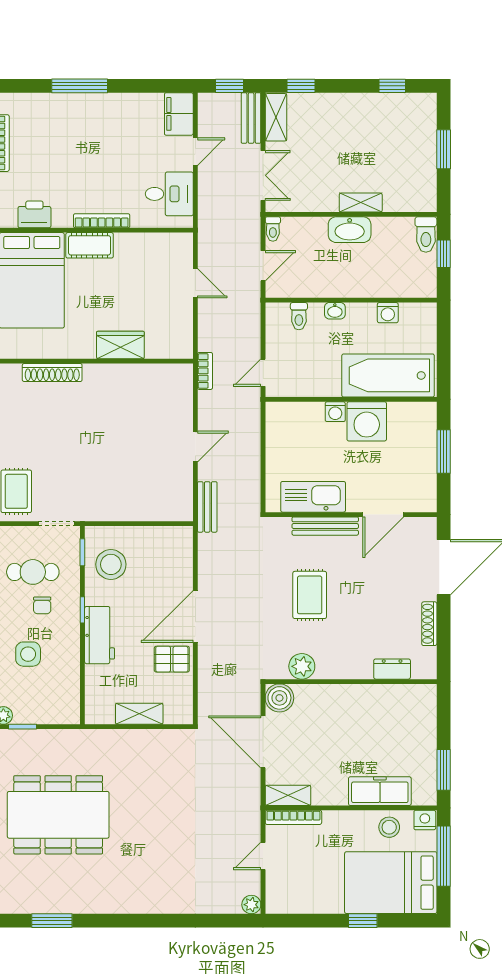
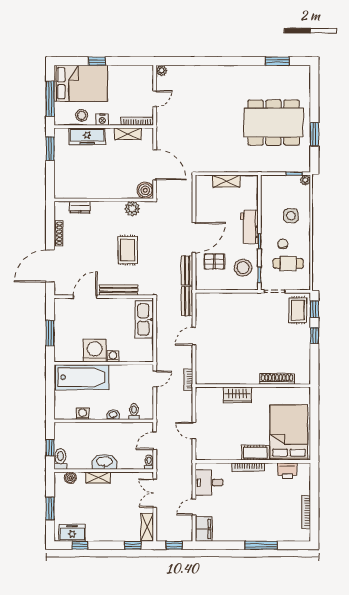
freezer: (406, 107) -> (72, 533), added
bench: (251, 118) -> (187, 271), moved
boiler: (409, 202) -> (70, 478), added
kitchen sink: (313, 497) -> (144, 320), moved, turned 90
pallet: (172, 659) -> (214, 262), moved
shelving: (288, 795) -> (128, 134), moved
nightstand: (425, 820) -> (102, 120), moved

